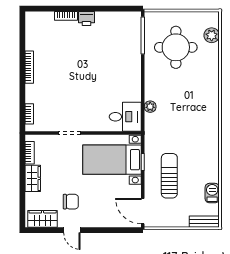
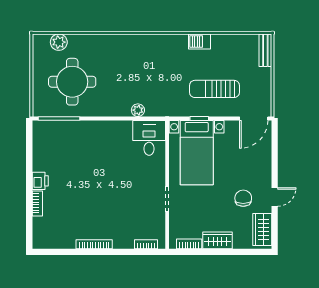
barbecue: (212, 193) -> (199, 41), moved

